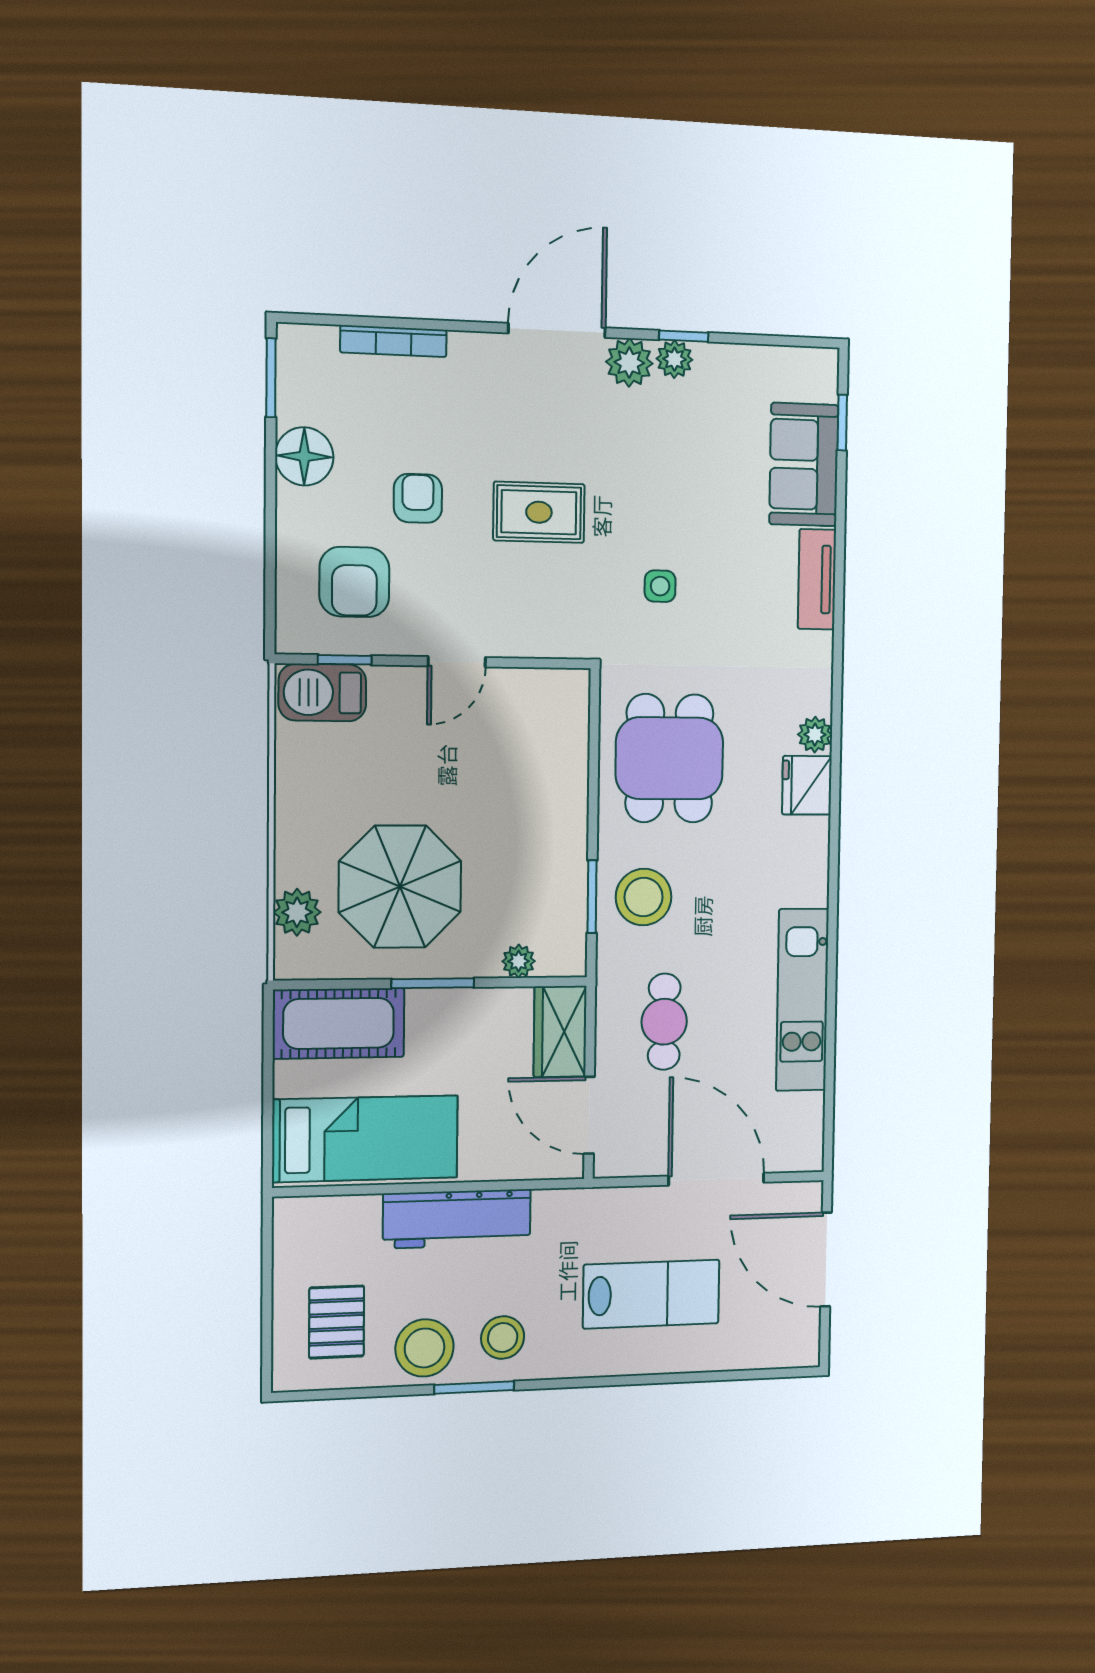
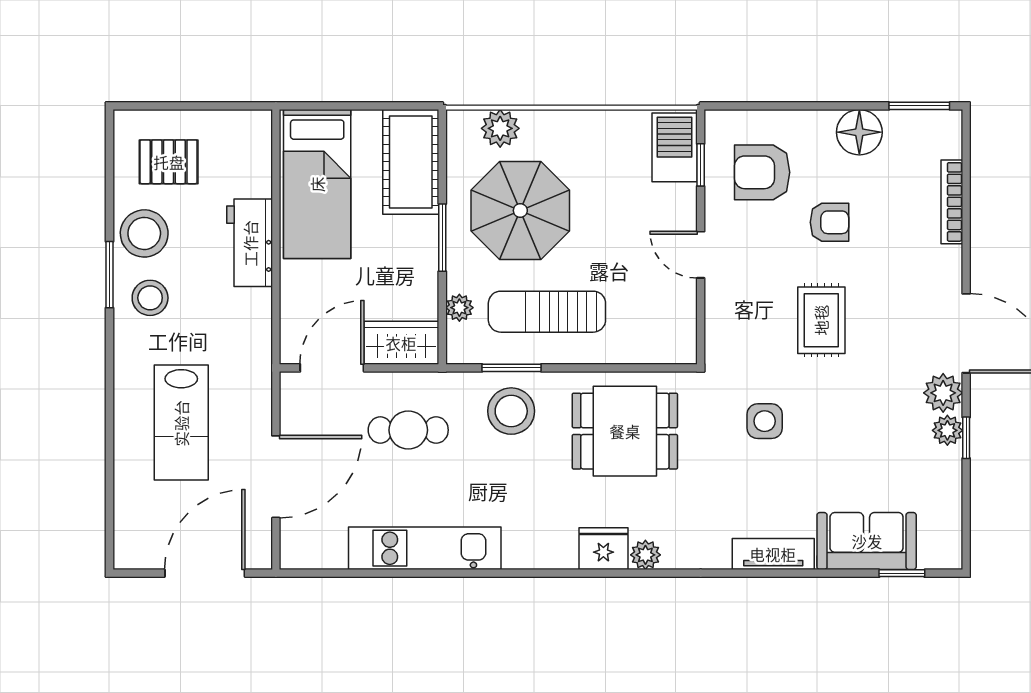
side table: (660, 586) -> (765, 421), width x1.37, depth x1.37
sun lounger: (525, 853) -> (547, 312), added
workbench: (457, 1219) -> (250, 243), width x0.73

